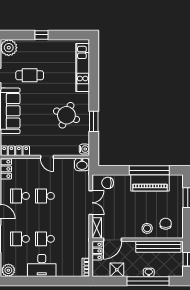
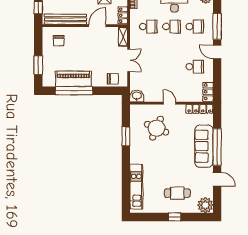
cafe table: (30, 75) -> (177, 193), moved
round table: (66, 115) -> (157, 128), moved
water cooler: (84, 149) -> (135, 110), removed
school desk: (45, 196) -> (148, 27), moved
double door: (91, 203) -> (129, 60), swing flipped
stool: (147, 228) -> (76, 36), removed
door: (113, 240) -> (97, 26), moved

